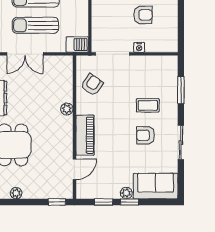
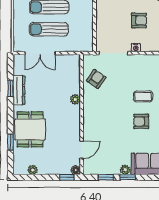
barbecue: (77, 45) -> (84, 45), removed
piano: (85, 135) -> (90, 121), removed
floor lamp: (68, 193) -> (76, 170), added

